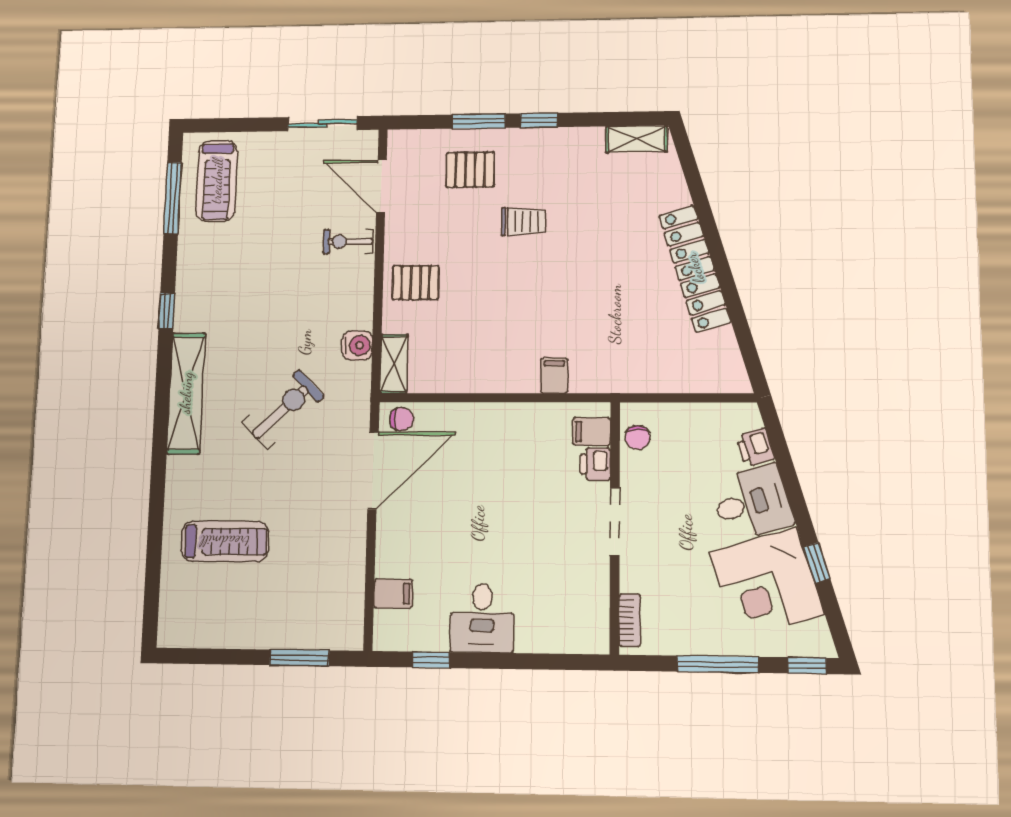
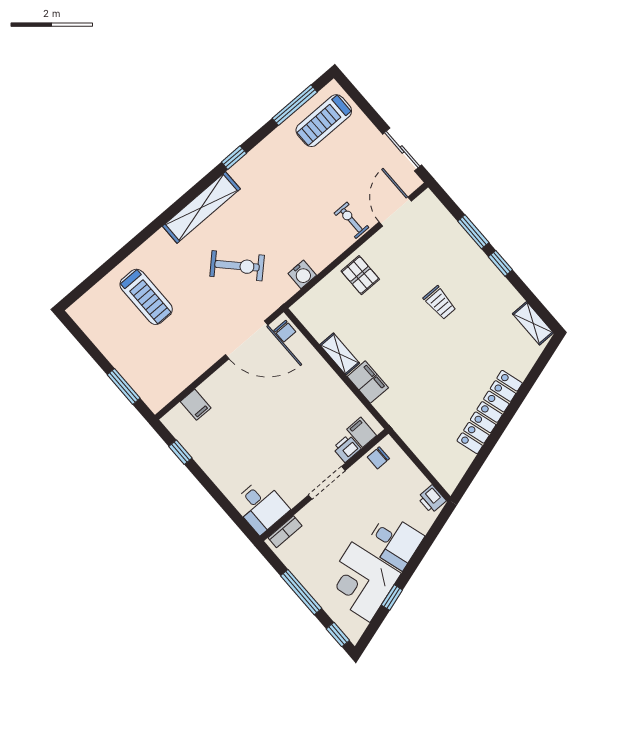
pallet: (470, 170) -> (444, 251), removed
shelving: (394, 364) -> (340, 354), moved, turned 90
filing cabinet: (554, 376) -> (368, 382), width x2.00
printer: (755, 447) -> (432, 499), moved, turned -73
desk: (482, 618) -> (261, 506), moved, turned -90

